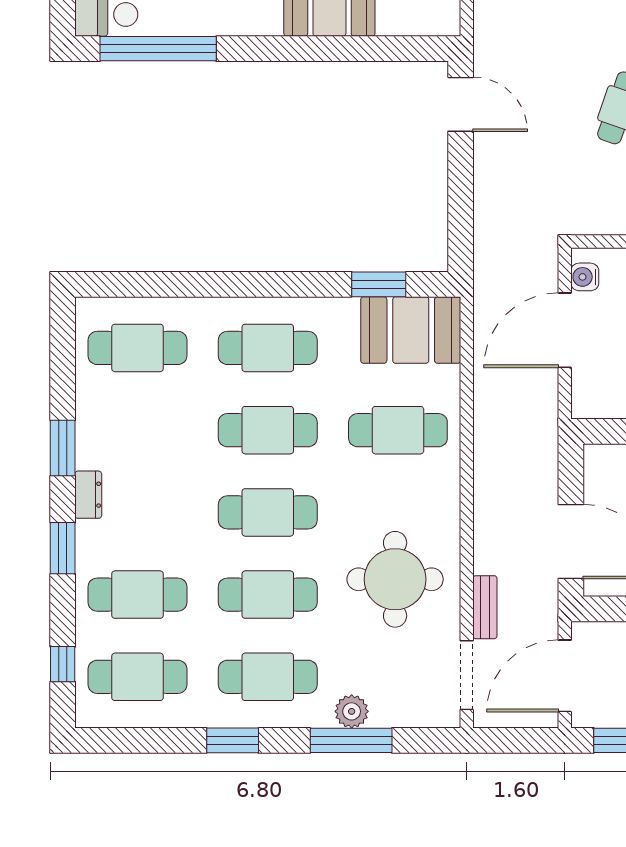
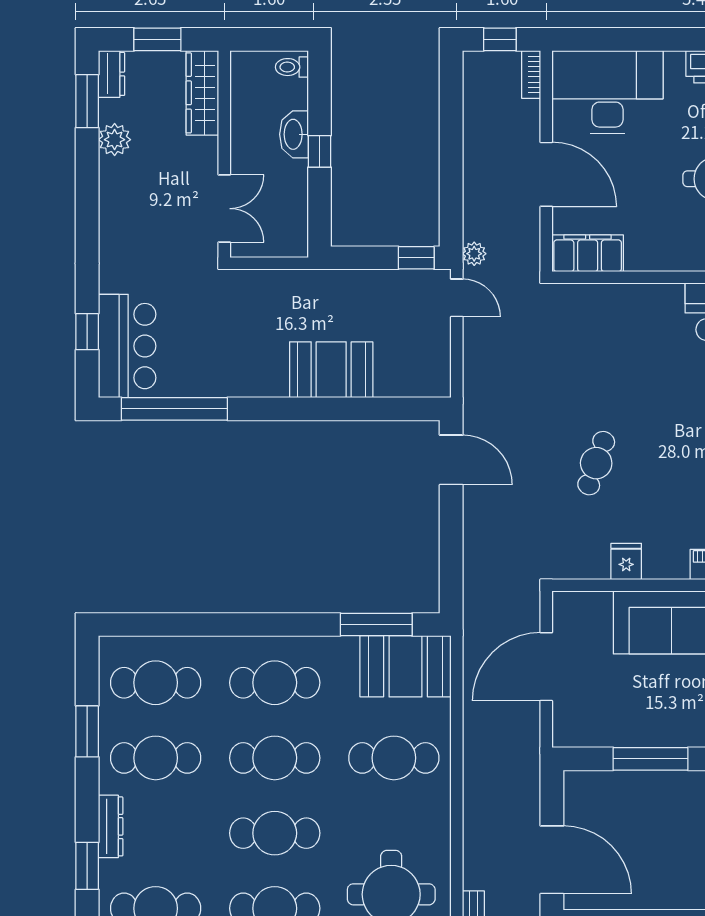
water cooler: (585, 277) -> (565, 618), removed
window: (379, 284) -> (376, 625), width x1.44
cafe table: (138, 430) -> (156, 758), added
window: (63, 448) -> (87, 731), moved
dresser: (88, 495) -> (111, 826), width x1.44

